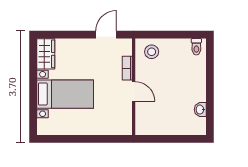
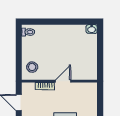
washbasin: (200, 110) -> (92, 29), moved

